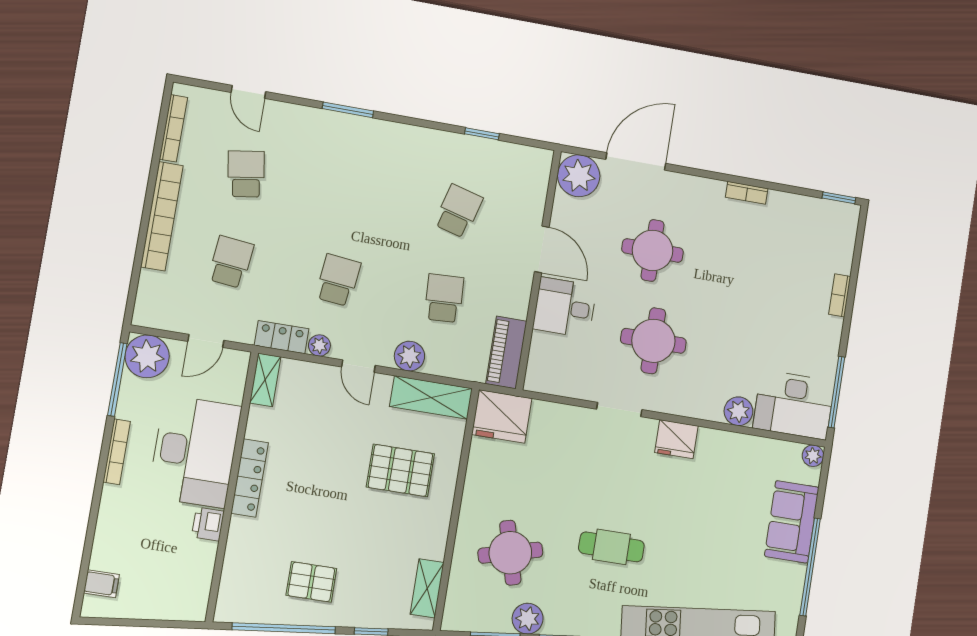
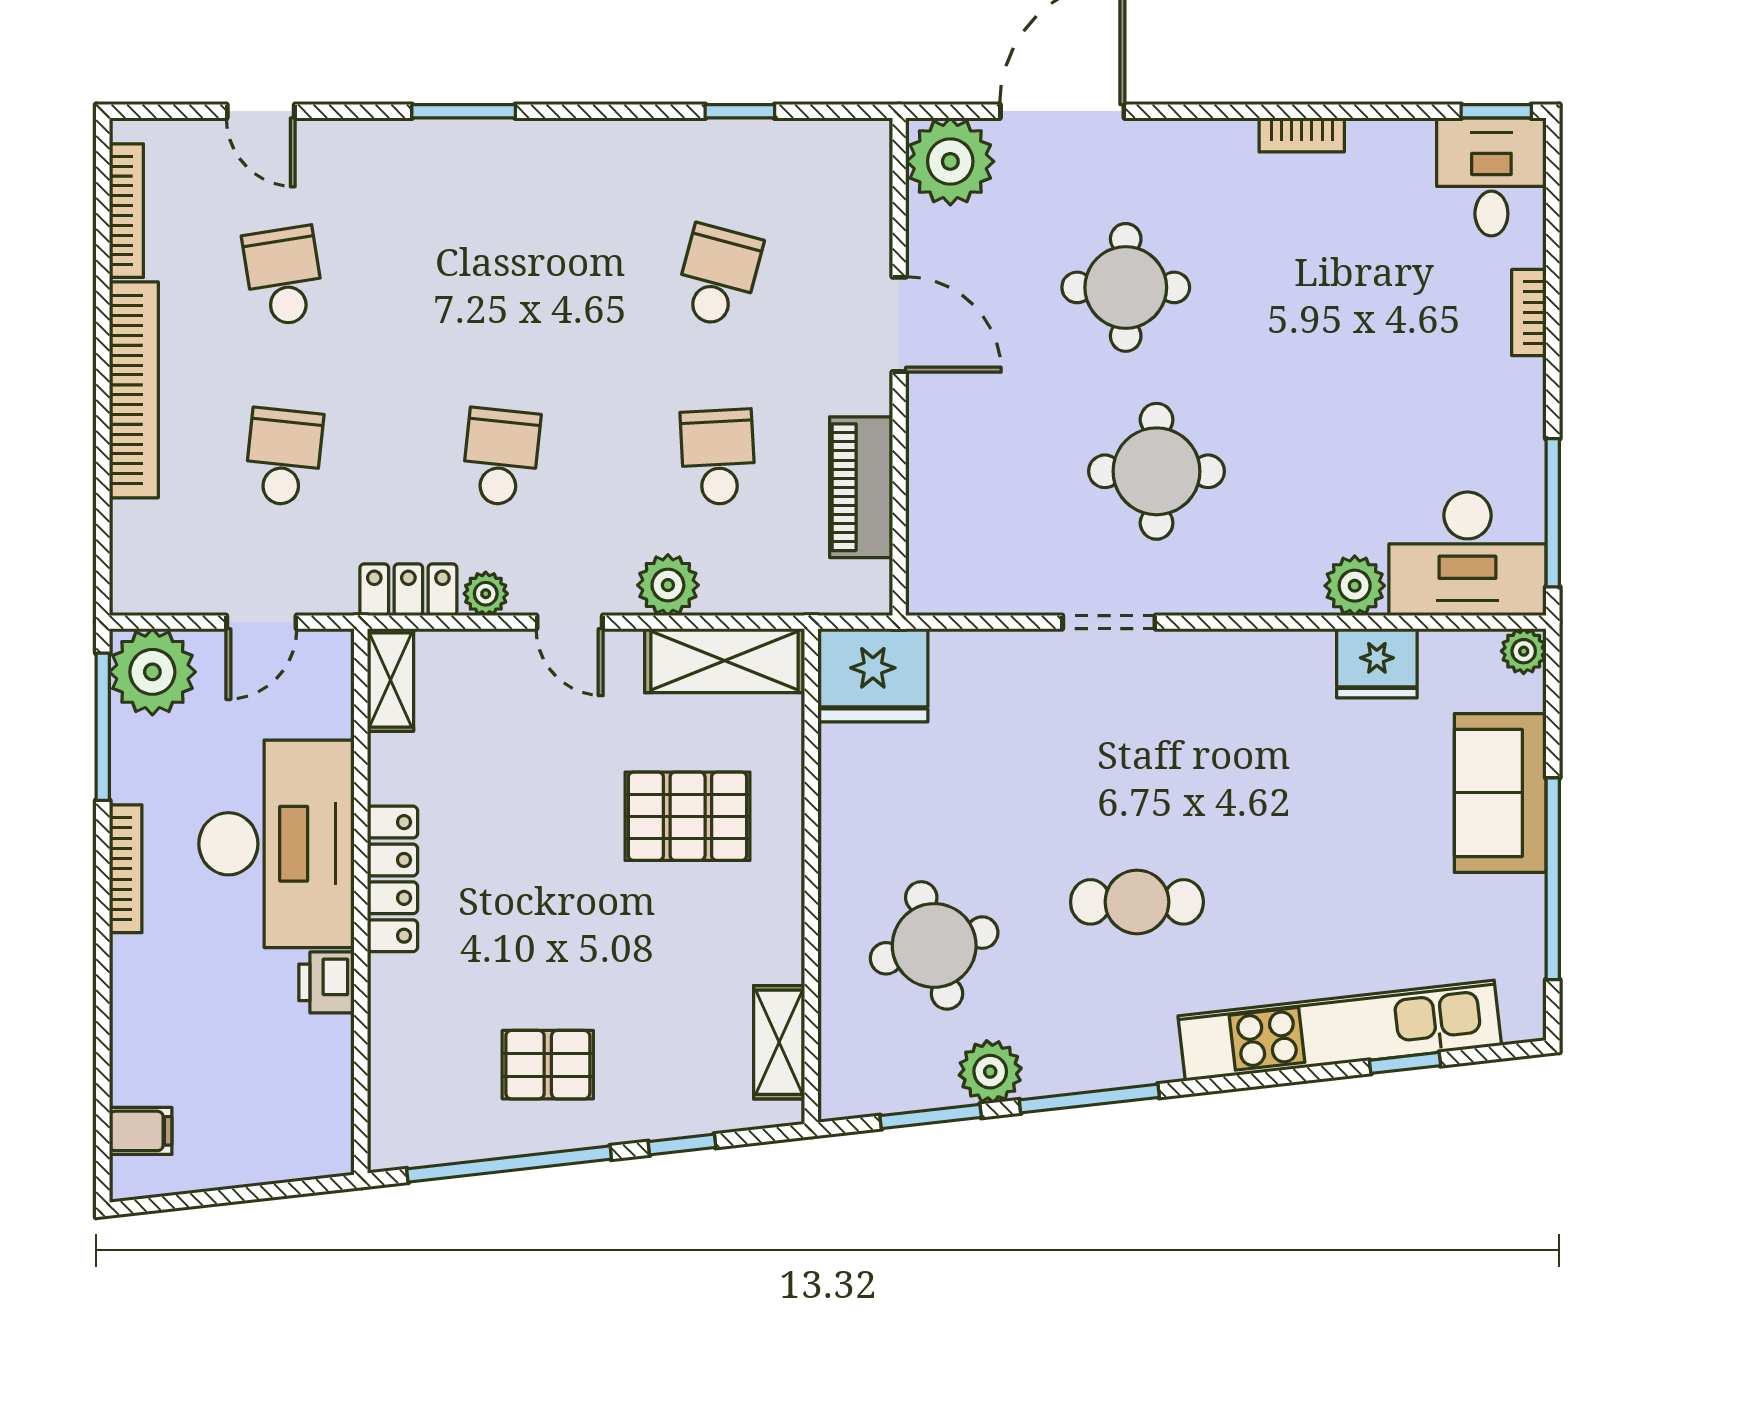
desk: (565, 307) -> (1491, 177), moved, turned 90
piano: (506, 352) -> (861, 487), moved
fridge: (676, 439) -> (1377, 663), moved

